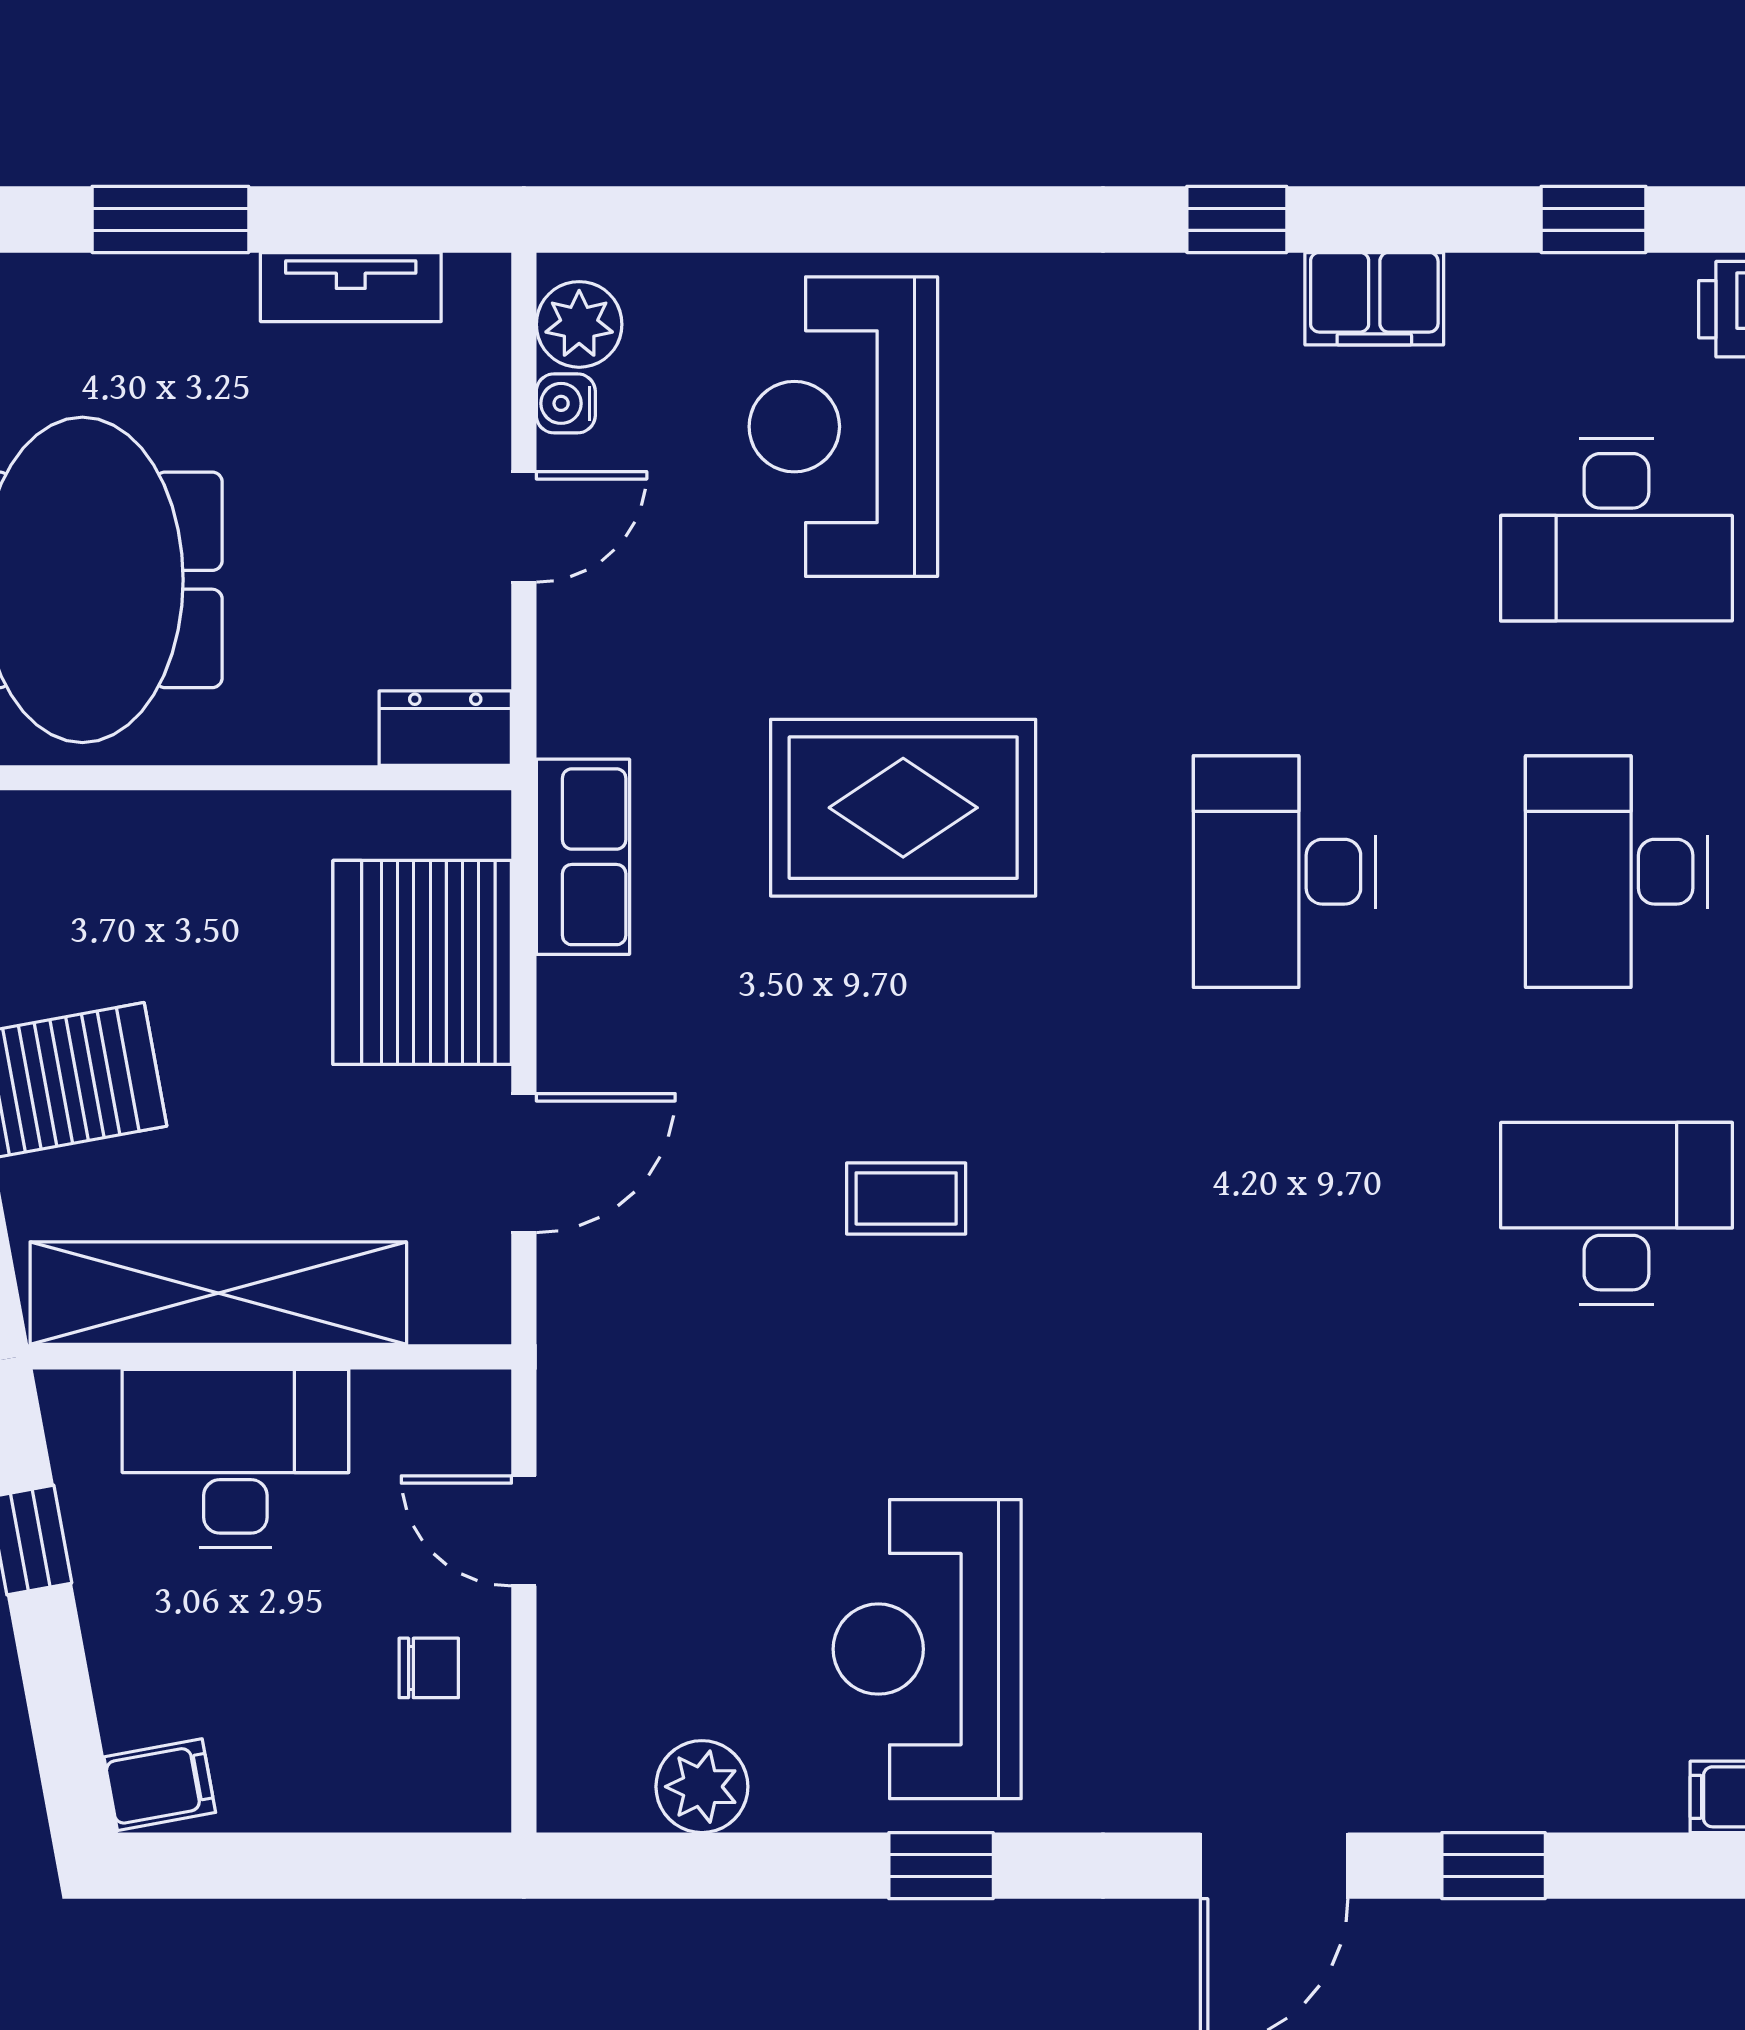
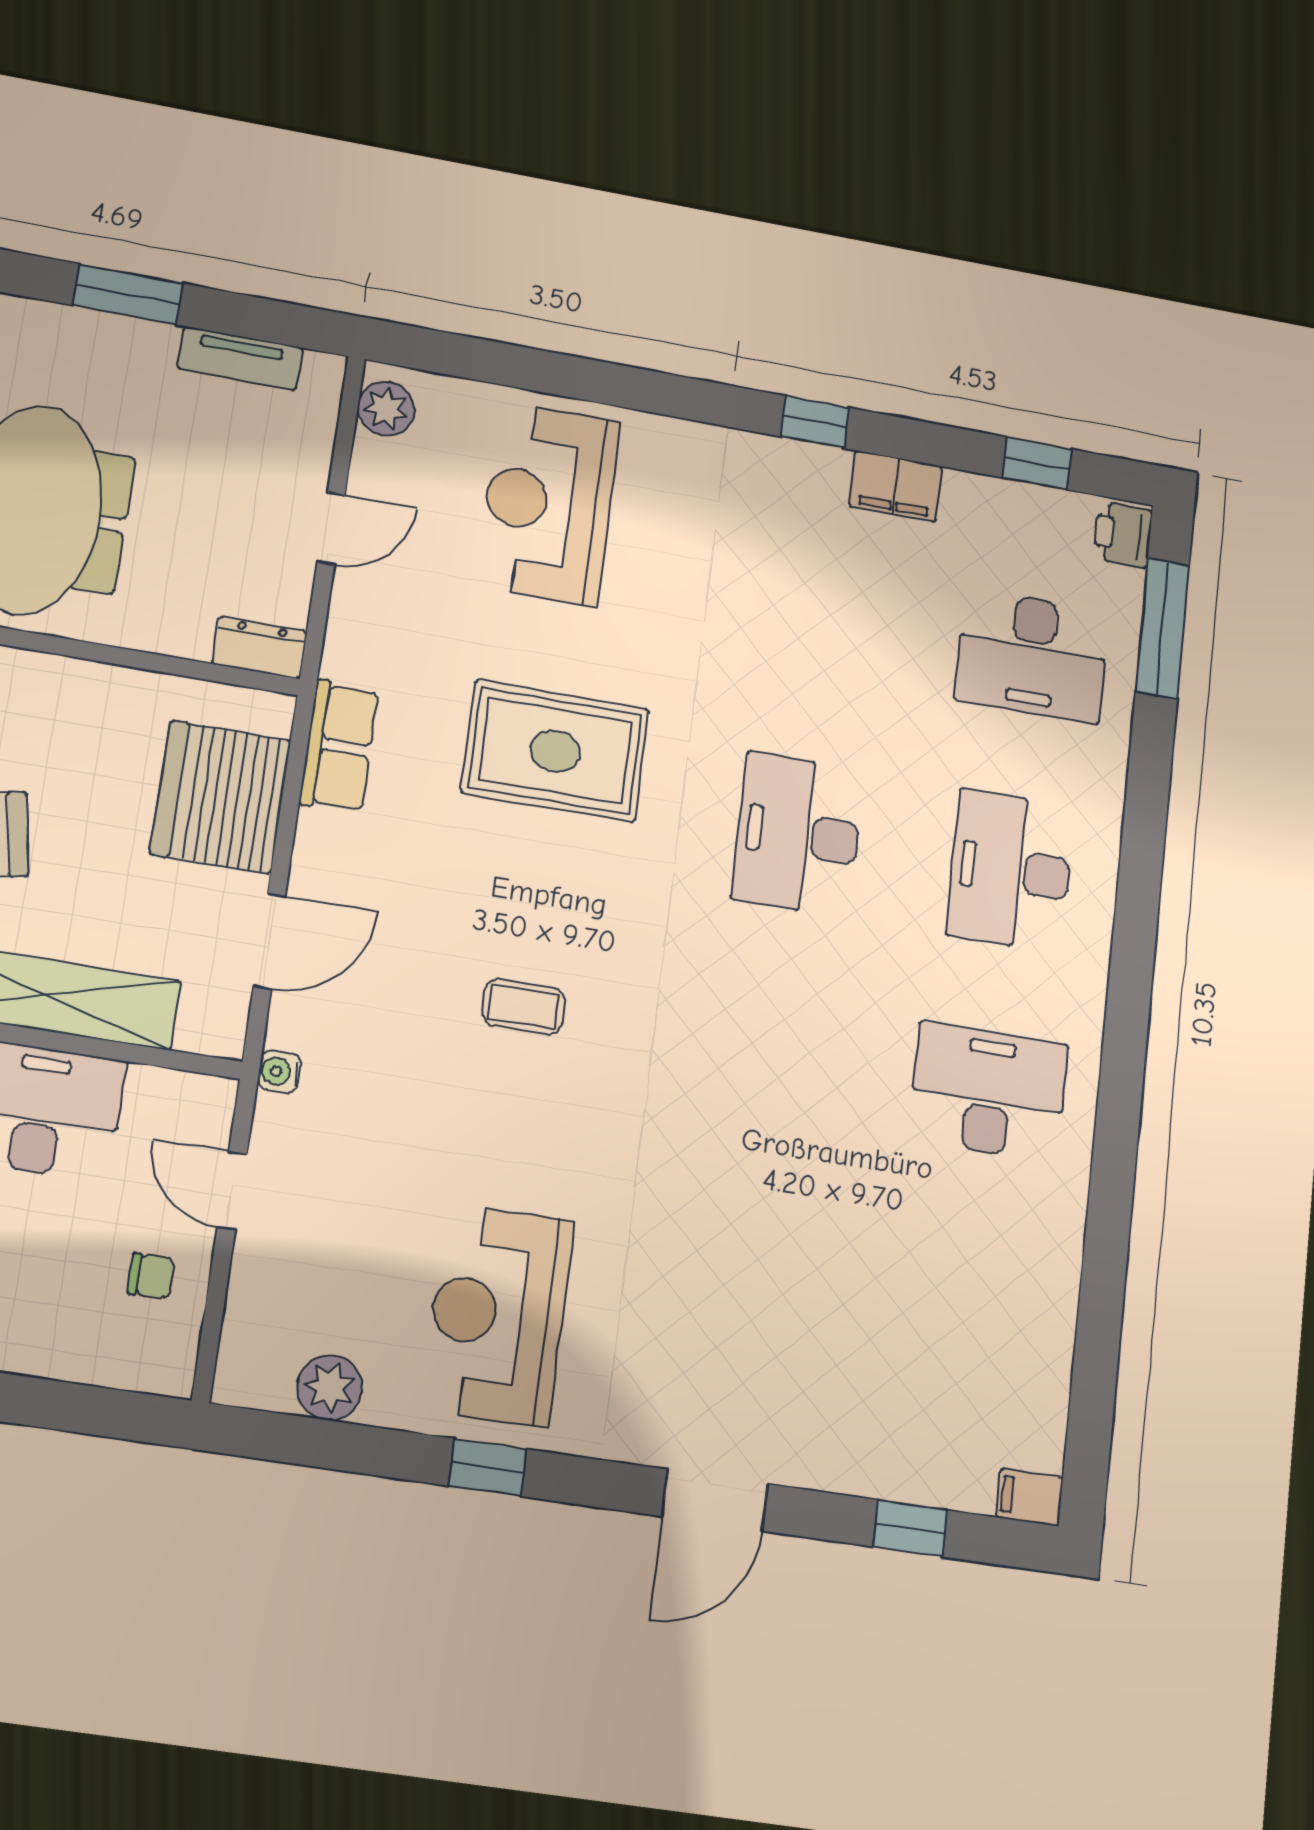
water cooler: (566, 403) -> (279, 1072), moved
window: (1494, 1866) -> (910, 1528), moved

